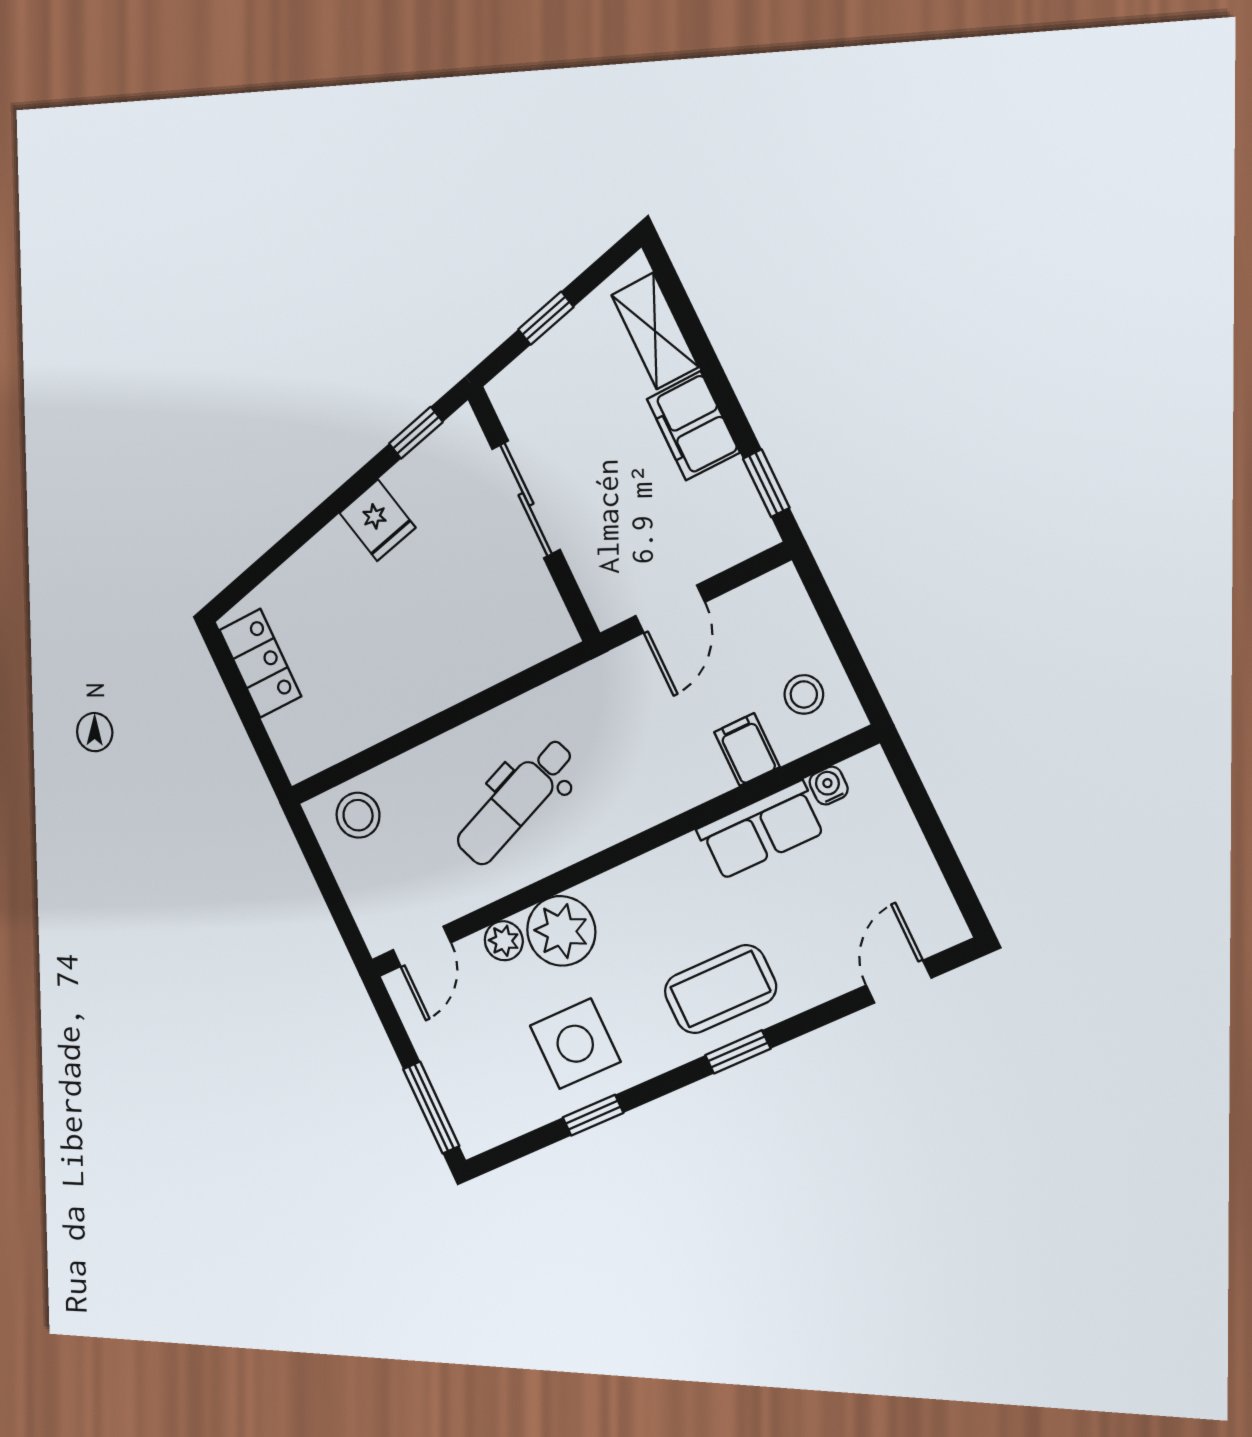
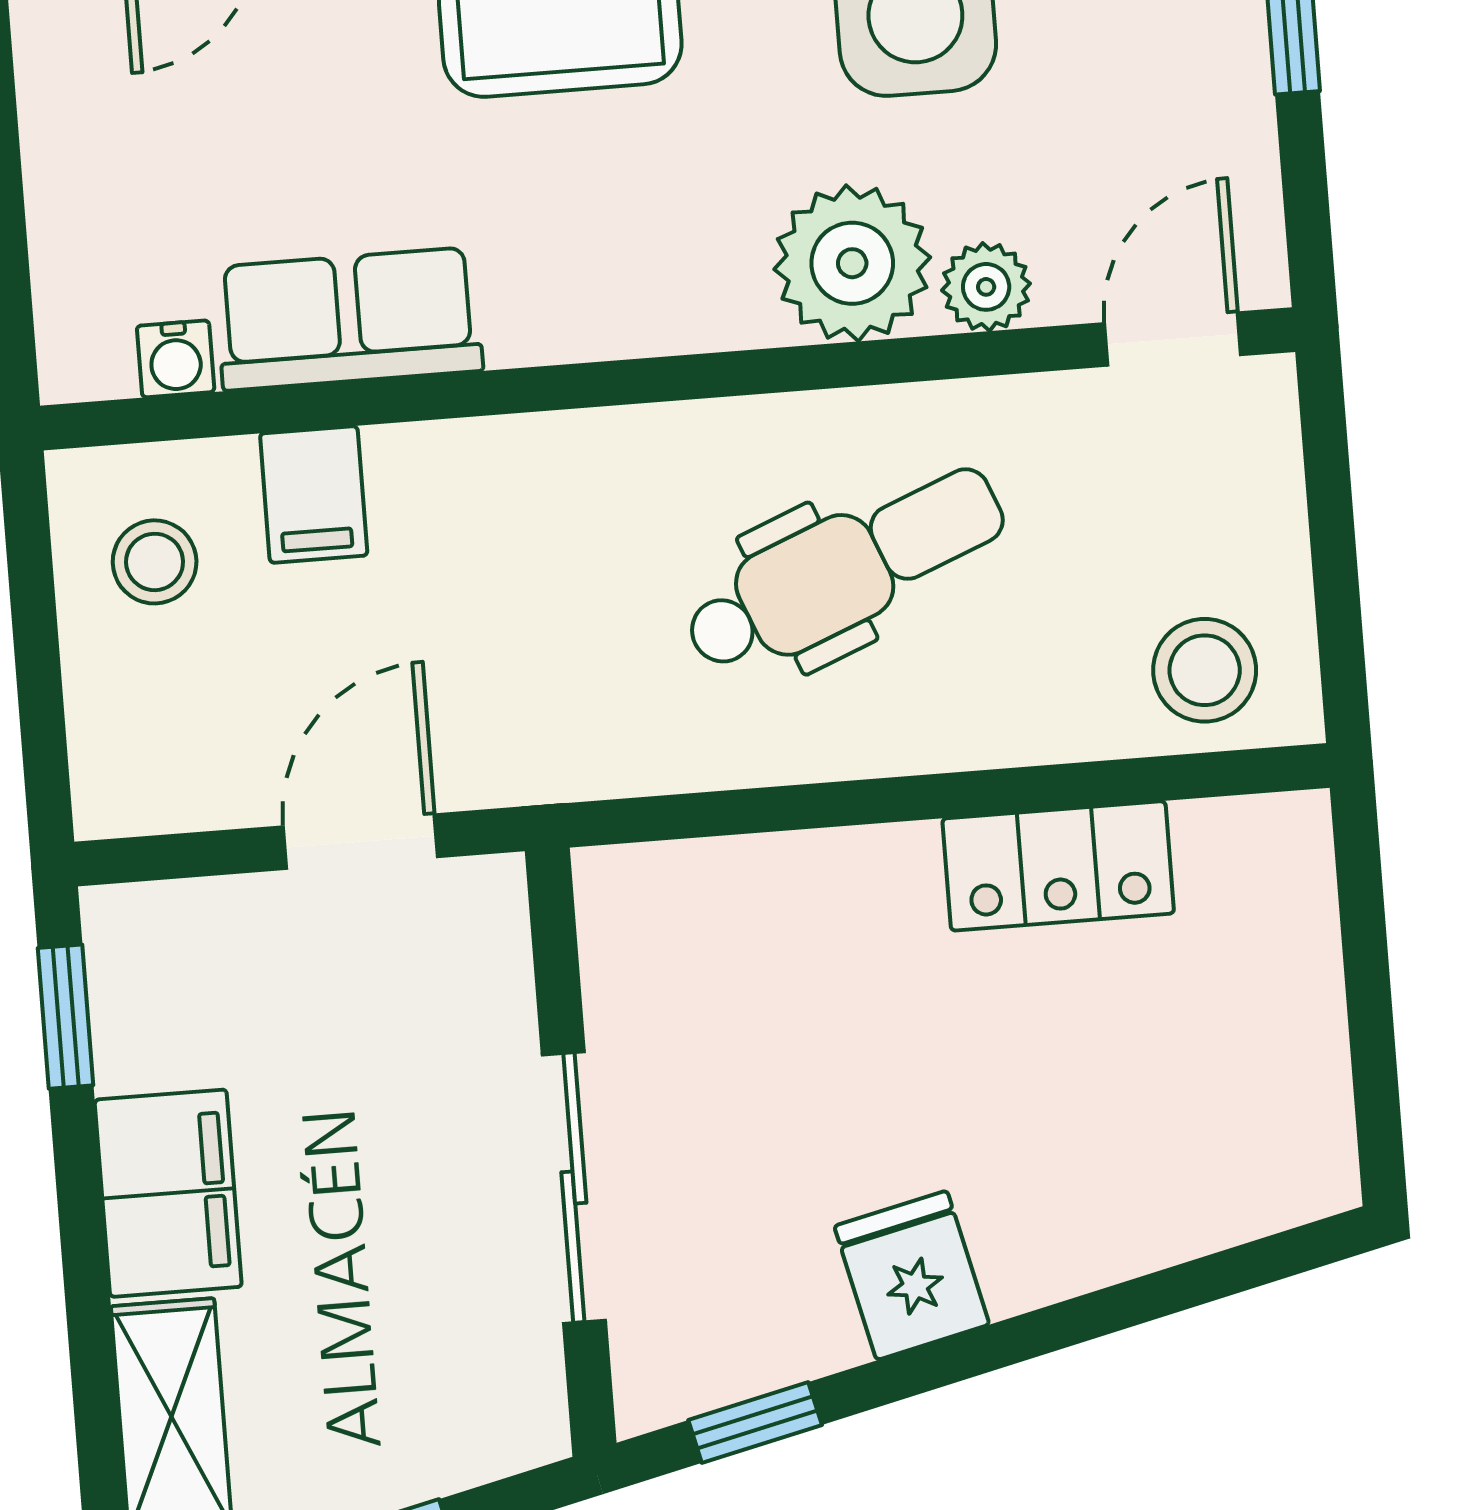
locker: (260, 663) -> (1058, 866), moved, turned -90

